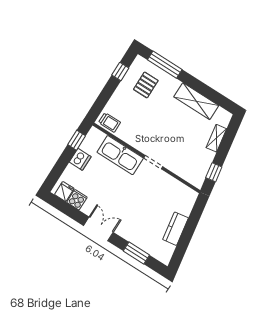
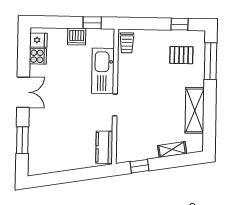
kitchen counter: (176, 229) -> (104, 147), moved, turned -81

